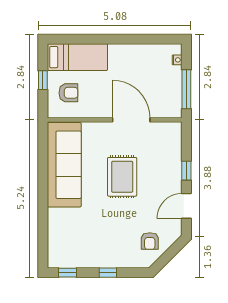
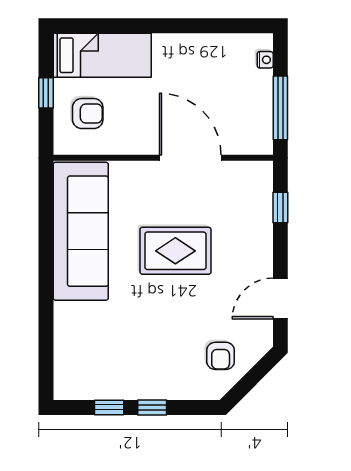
window: (186, 171) -> (280, 208), moved
rug: (122, 177) -> (175, 251), turned 90
window: (68, 273) -> (109, 407), moved

